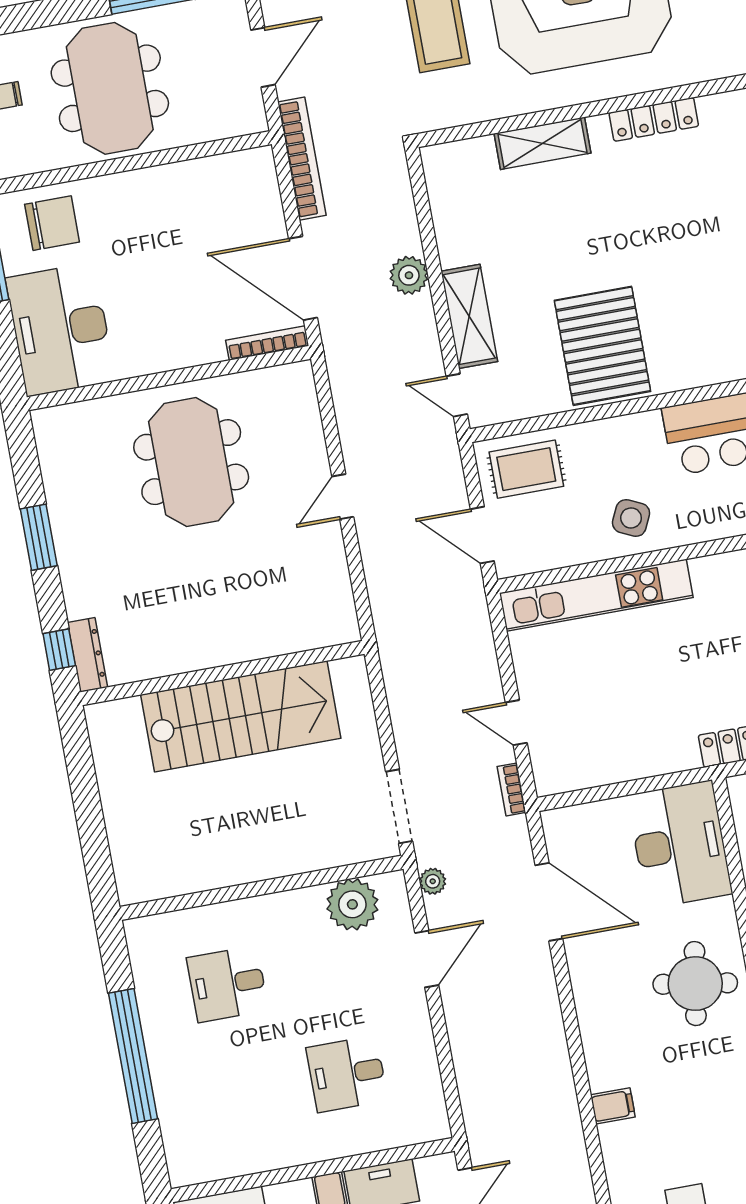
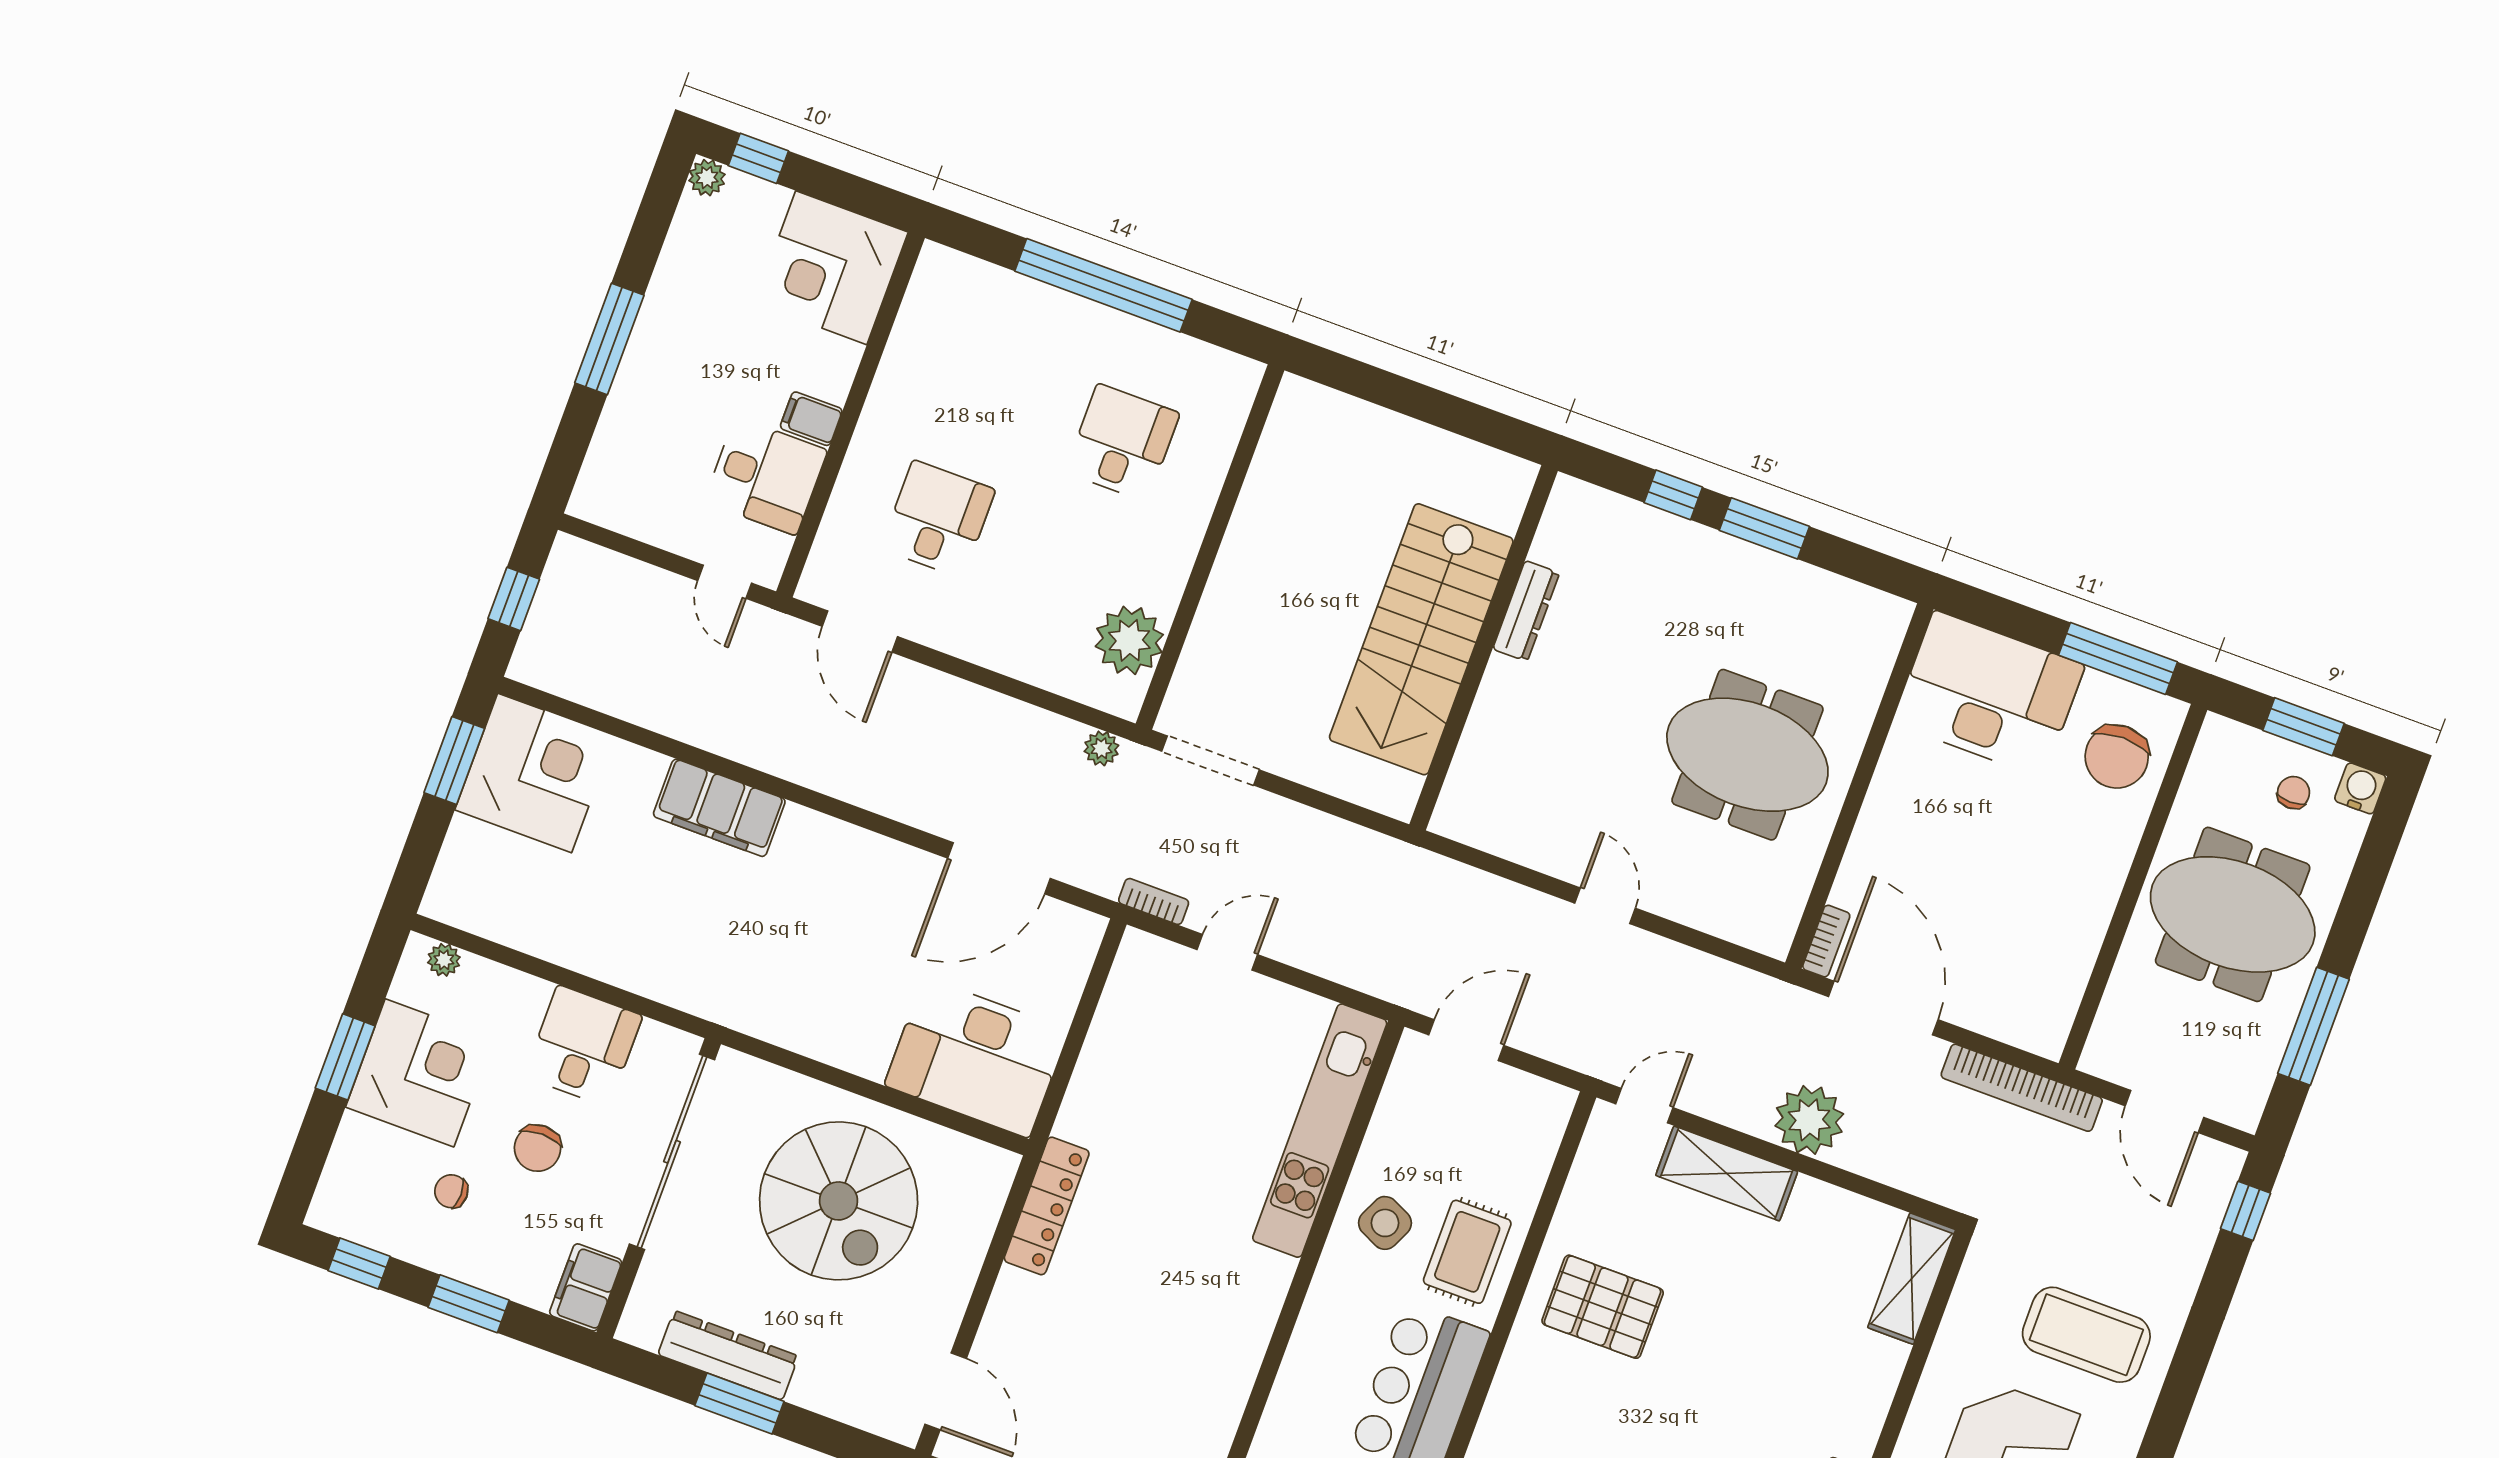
shelving: (542, 143) -> (1912, 1279), moved
plant: (409, 275) -> (1809, 1120), width x1.36, depth x1.36
door: (303, 278) -> (1883, 1008), hinge flipped
bookcase: (267, 343) -> (1826, 941), width x0.64
pallet: (602, 346) -> (1603, 1307), width x0.73, depth x0.71
rug: (526, 469) -> (1467, 1252), moved
window: (59, 650) -> (1673, 495), moved
dresser: (88, 655) -> (1526, 611), moved, turned -90
door: (427, 959) -> (860, 632), moved
round table: (695, 984) -> (806, 981), removed
filing cabinet: (613, 1106) -> (719, 808), width x3.00, depth x1.17

